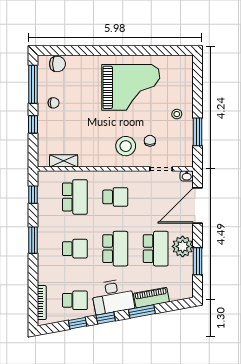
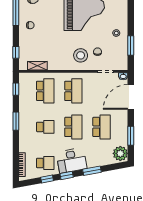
window: (33, 124) -> (16, 52), moved
school desk: (115, 197) -> (73, 91), width x1.85
plant: (183, 246) -> (120, 153), moved
piano: (151, 298) -> (99, 161), removed

